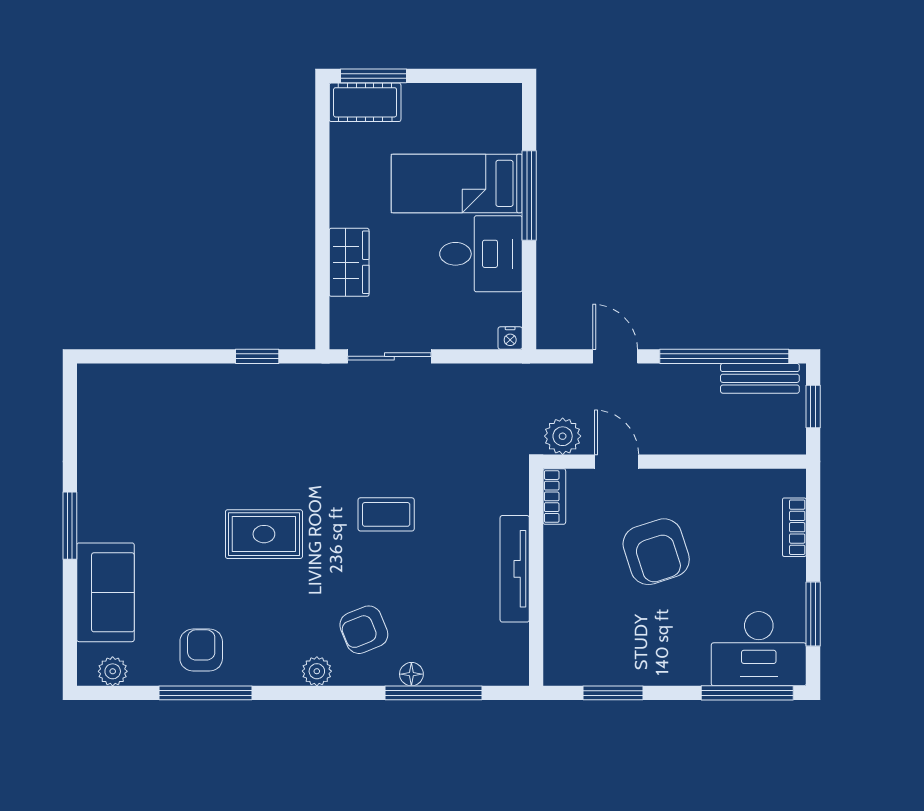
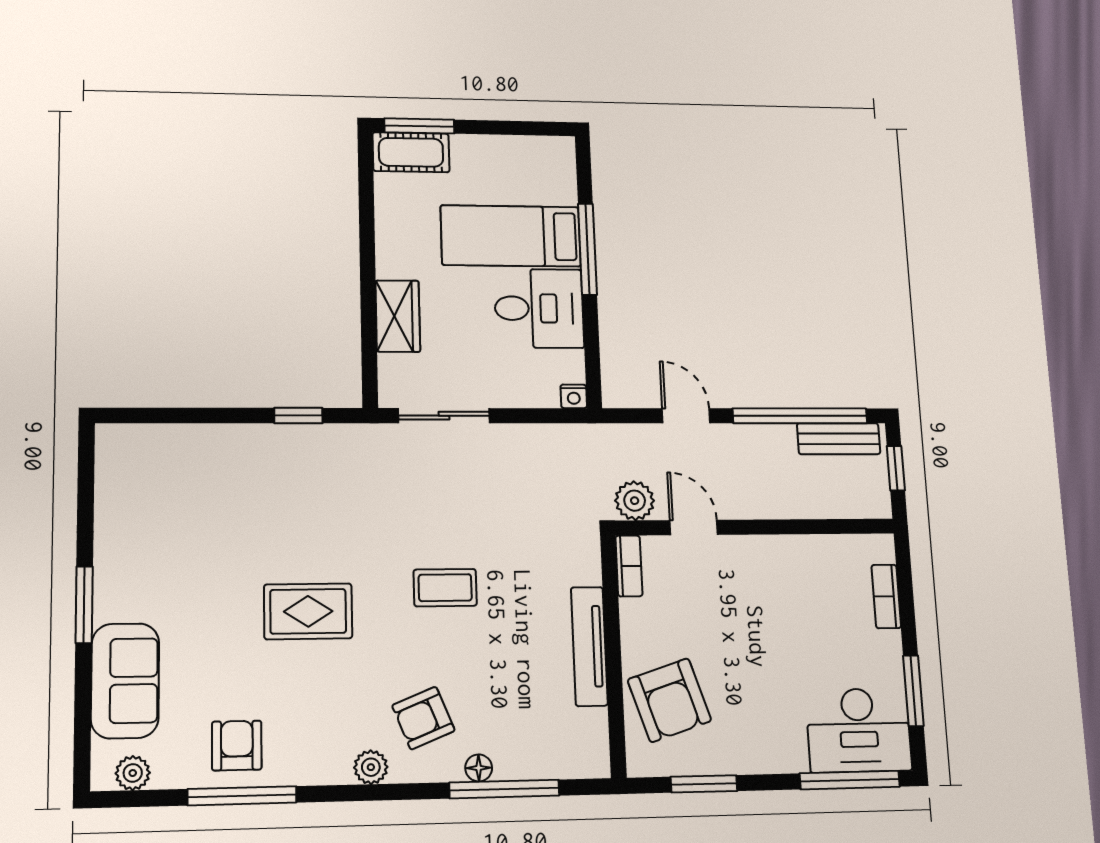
armchair: (656, 552) -> (669, 700), moved

